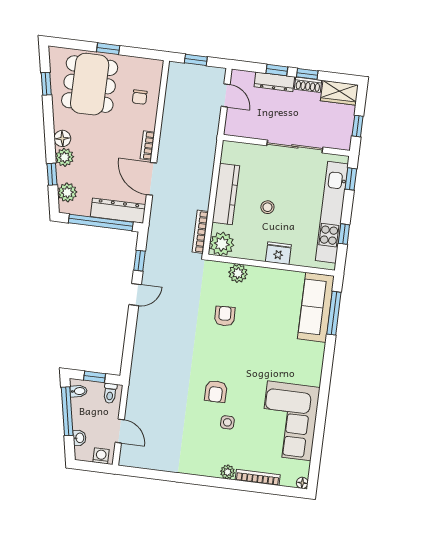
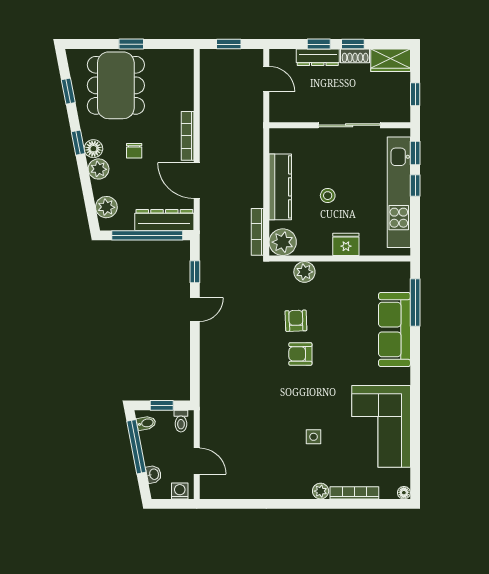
chair: (140, 97) -> (134, 151), moved
bookcase: (147, 145) -> (188, 136), width x1.56
window: (52, 174) -> (78, 143), moved
window: (344, 234) -> (415, 186), moved
sofa: (316, 307) -> (394, 329), moved
armchair: (216, 391) -> (300, 354), moved, turned 90

